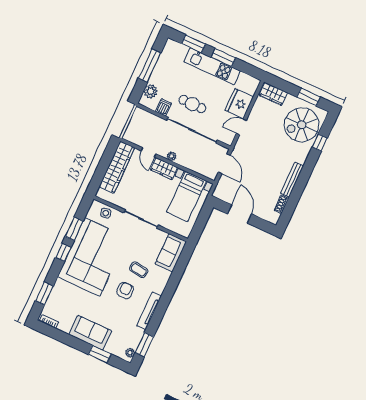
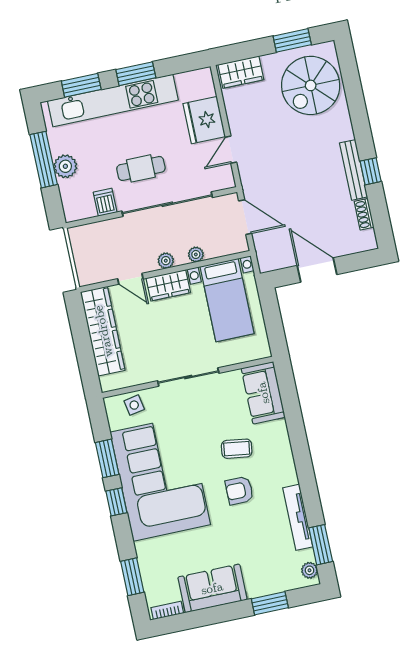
kitchen unit: (212, 66) -> (113, 100), width x1.36
plant: (151, 91) -> (65, 166), moved
window: (320, 143) -> (371, 171), moved
plant: (188, 164) -> (196, 254), added
armchair: (125, 290) -> (239, 491), turned -90
tv unit: (149, 311) -> (298, 517), moved
sofa: (90, 333) -> (212, 588), moved

